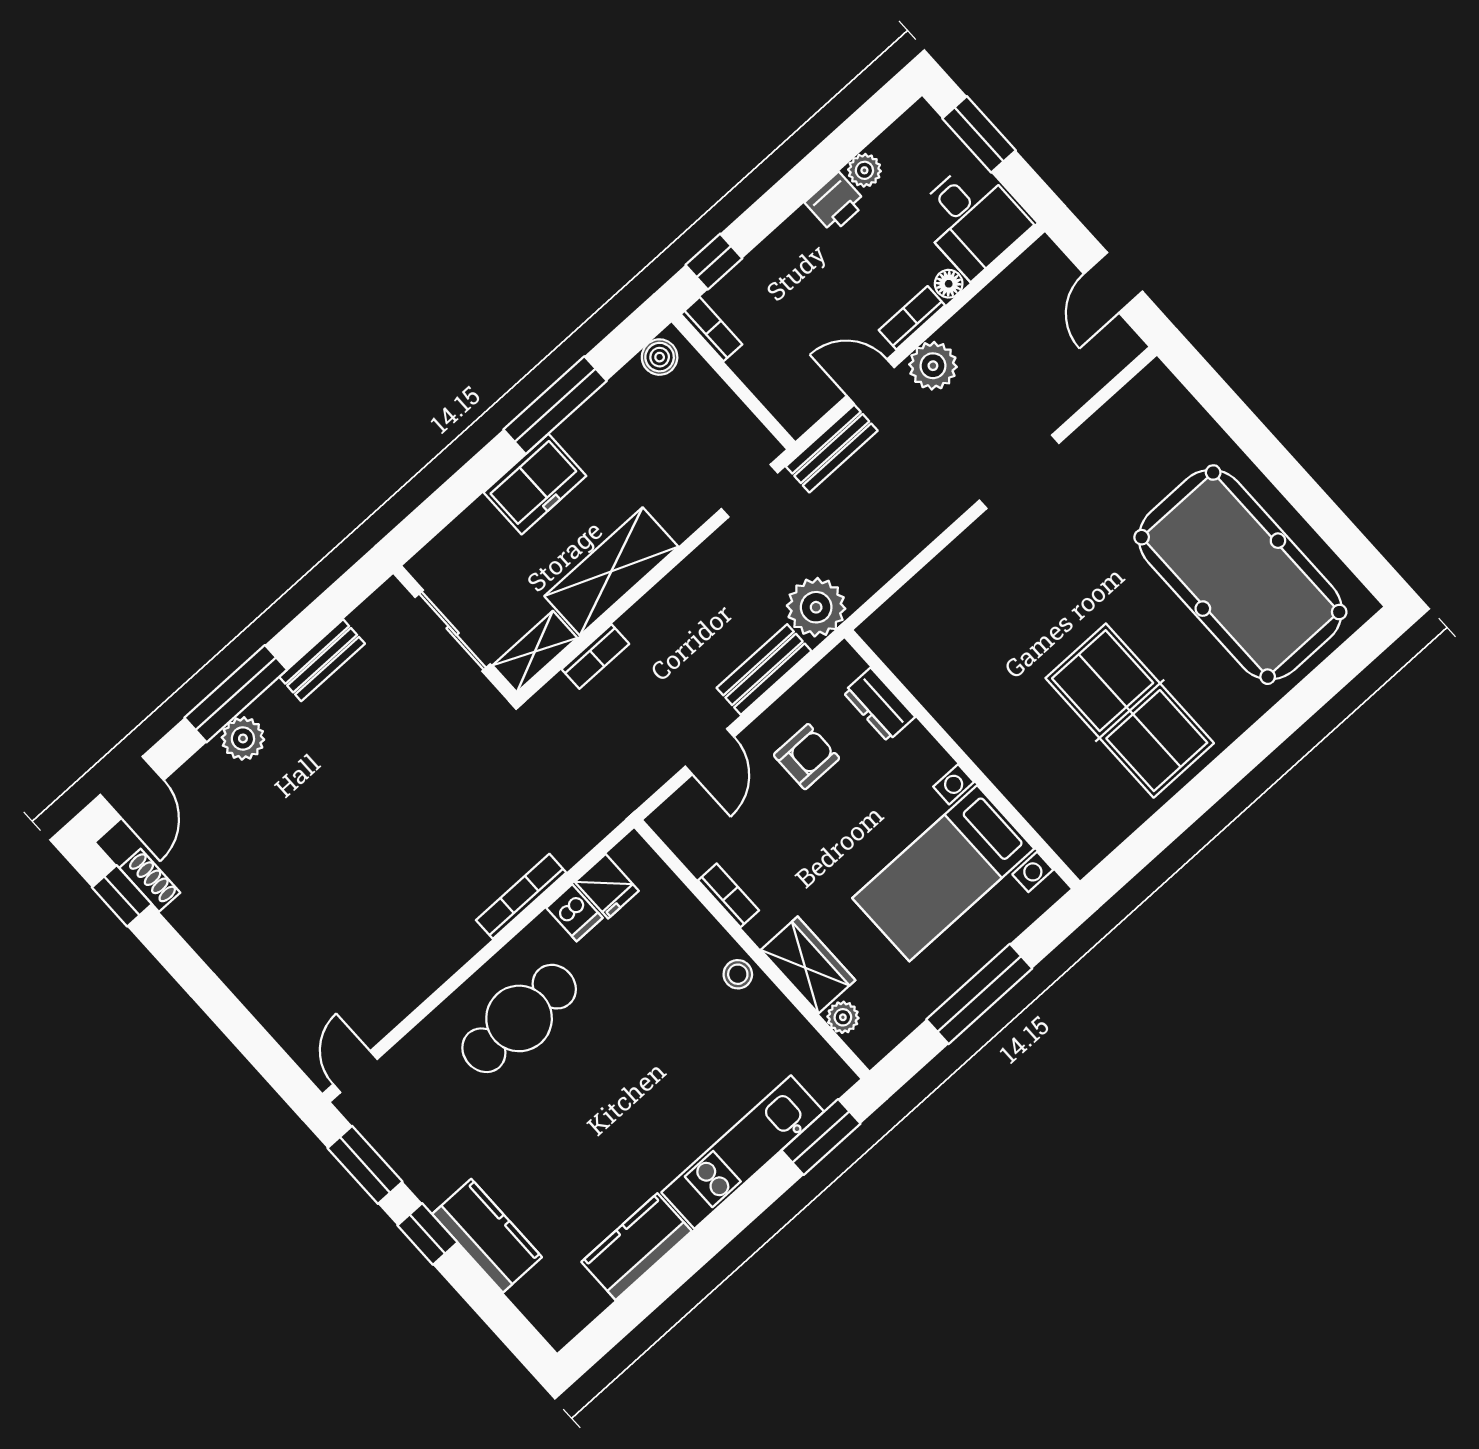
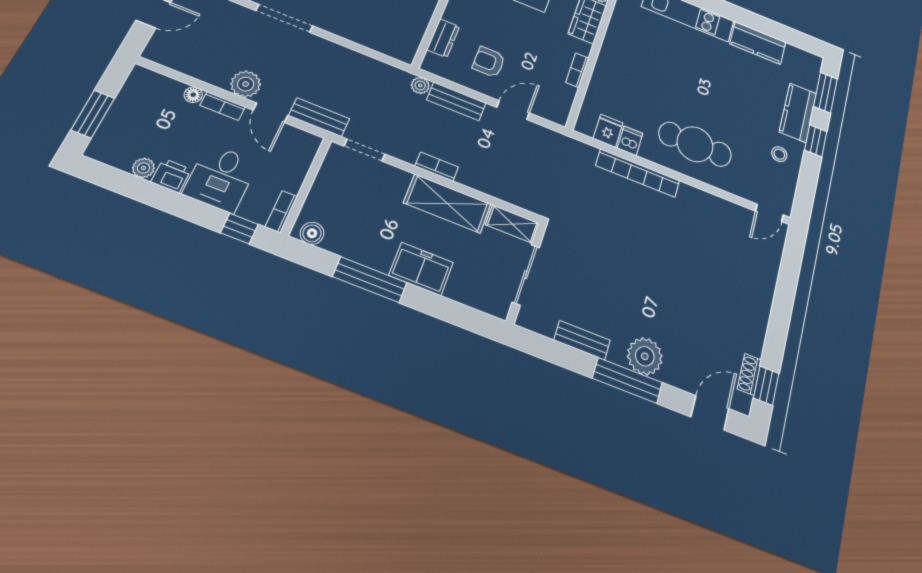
desk: (971, 219) -> (221, 178), moved, turned 180
plant: (816, 607) -> (420, 85), width x0.53, depth x0.53
bookcase: (595, 657) -> (437, 167), moved
plant: (243, 738) -> (645, 356), width x1.36, depth x1.36
bookcase: (521, 896) -> (638, 173), width x1.48, depth x1.31
stool: (738, 974) -> (779, 154), moved
window: (365, 1165) -> (825, 93), moved

